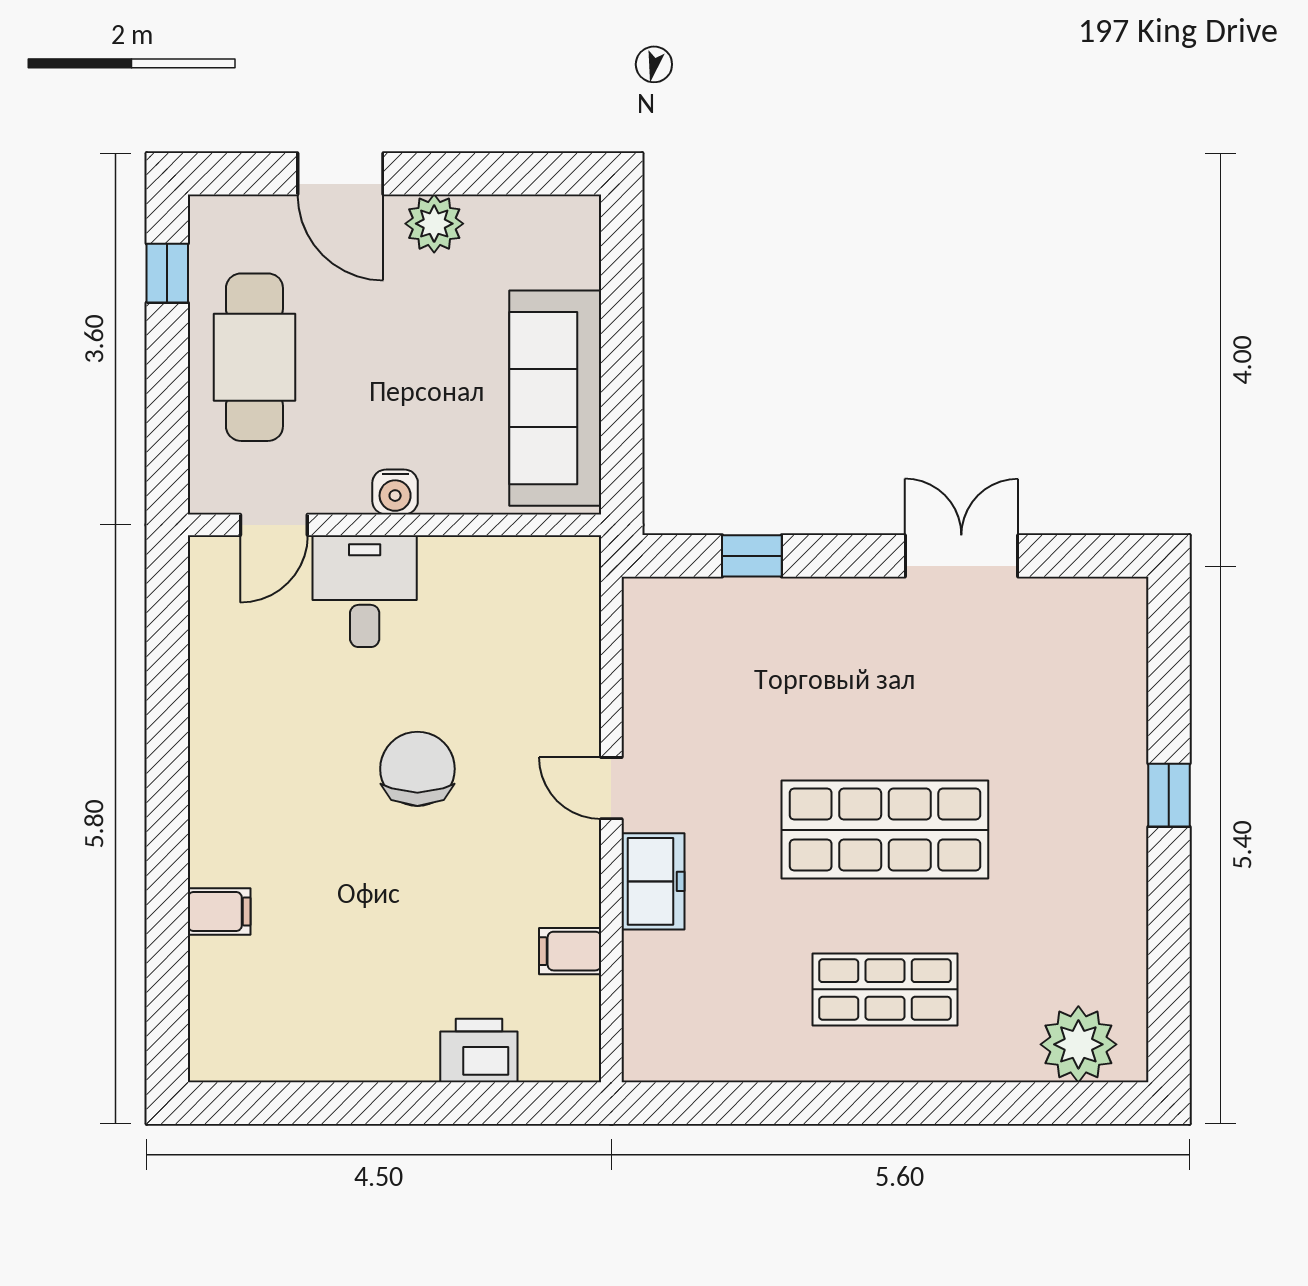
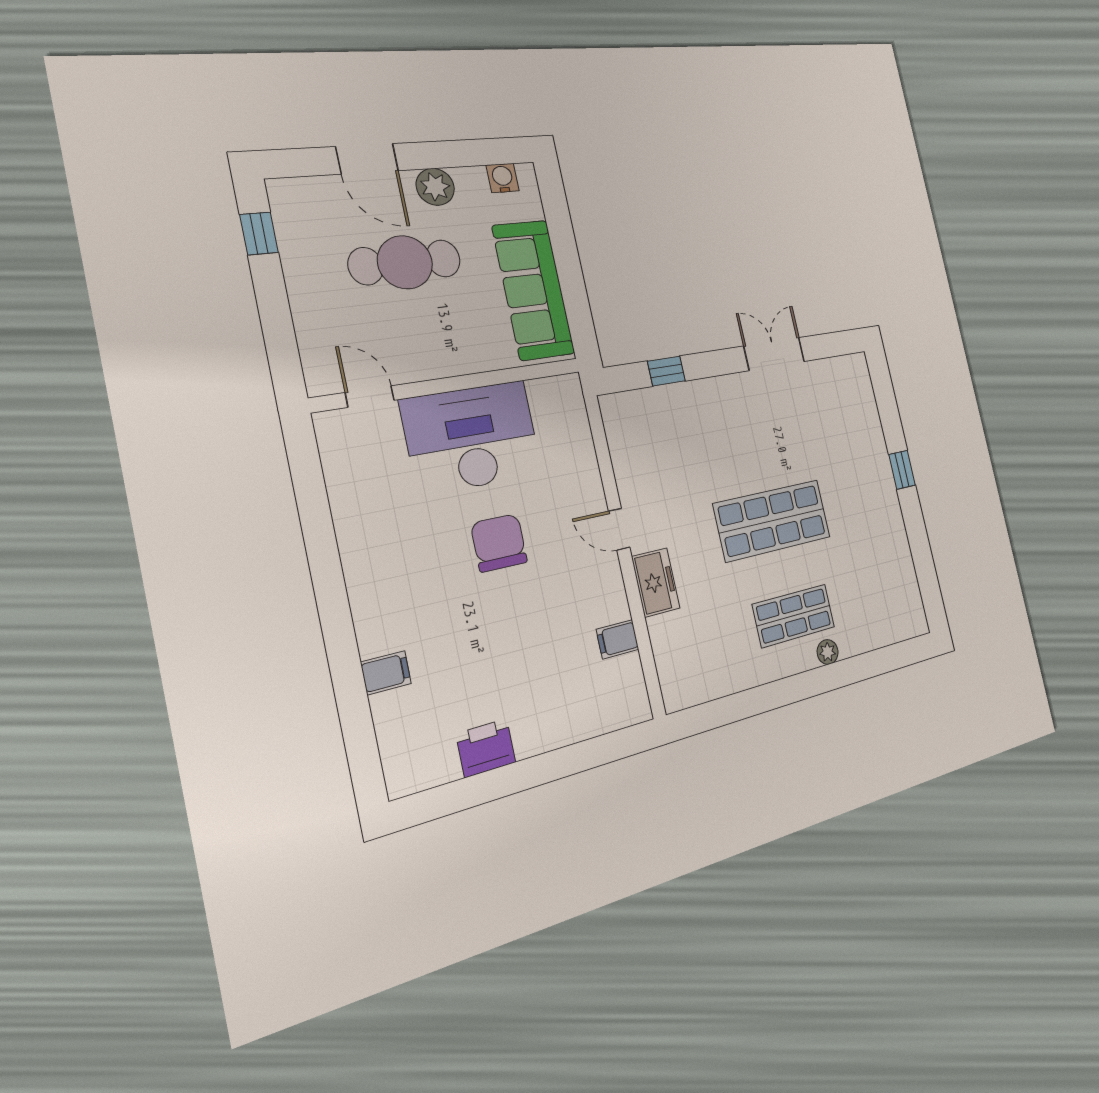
cafe table: (254, 357) -> (405, 262), moved, turned 90
water cooler: (395, 492) -> (503, 178), moved, turned 180
door: (274, 525) -> (370, 396), swing flipped
desk: (365, 591) -> (472, 437), width x1.87, depth x1.30
plant: (1078, 1044) -> (828, 652), moved, width x0.53, depth x0.53
printer: (479, 1051) -> (486, 748), moved

